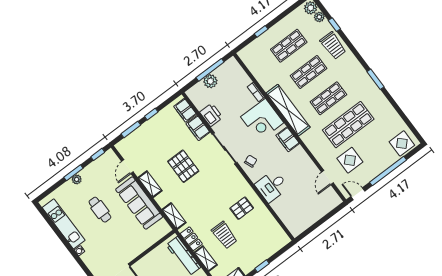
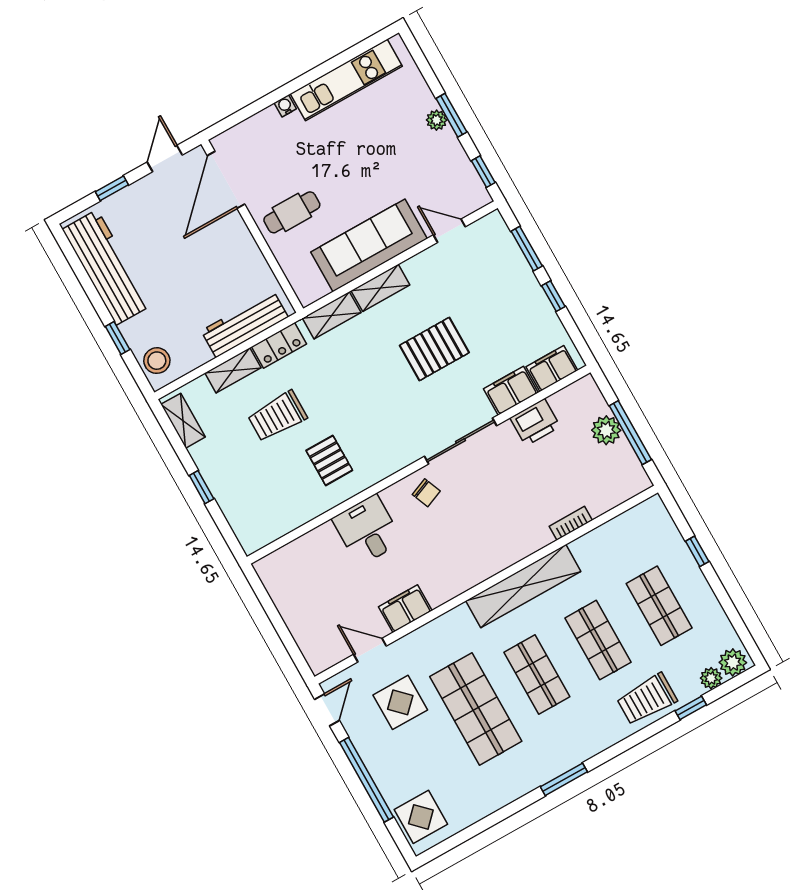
corner desk: (262, 120) -> (510, 529), removed
filing cabinet: (288, 139) -> (405, 609), moved
shelving: (150, 184) -> (380, 288), moved
cafe table: (100, 210) -> (292, 212), moved

